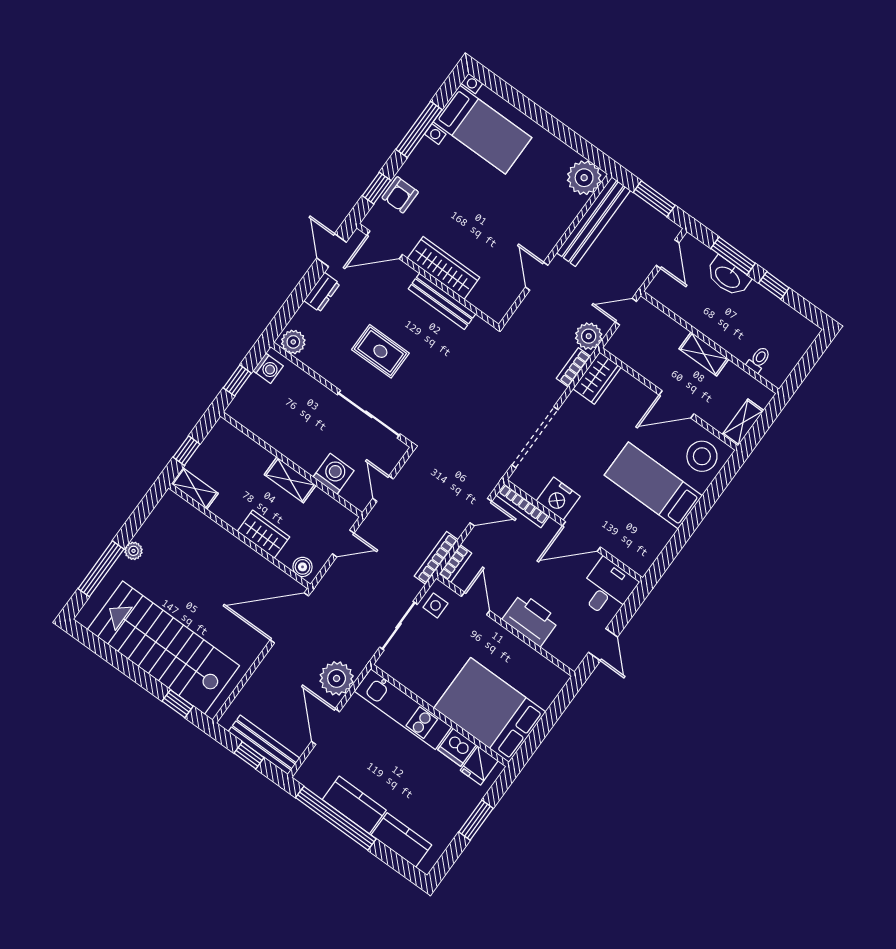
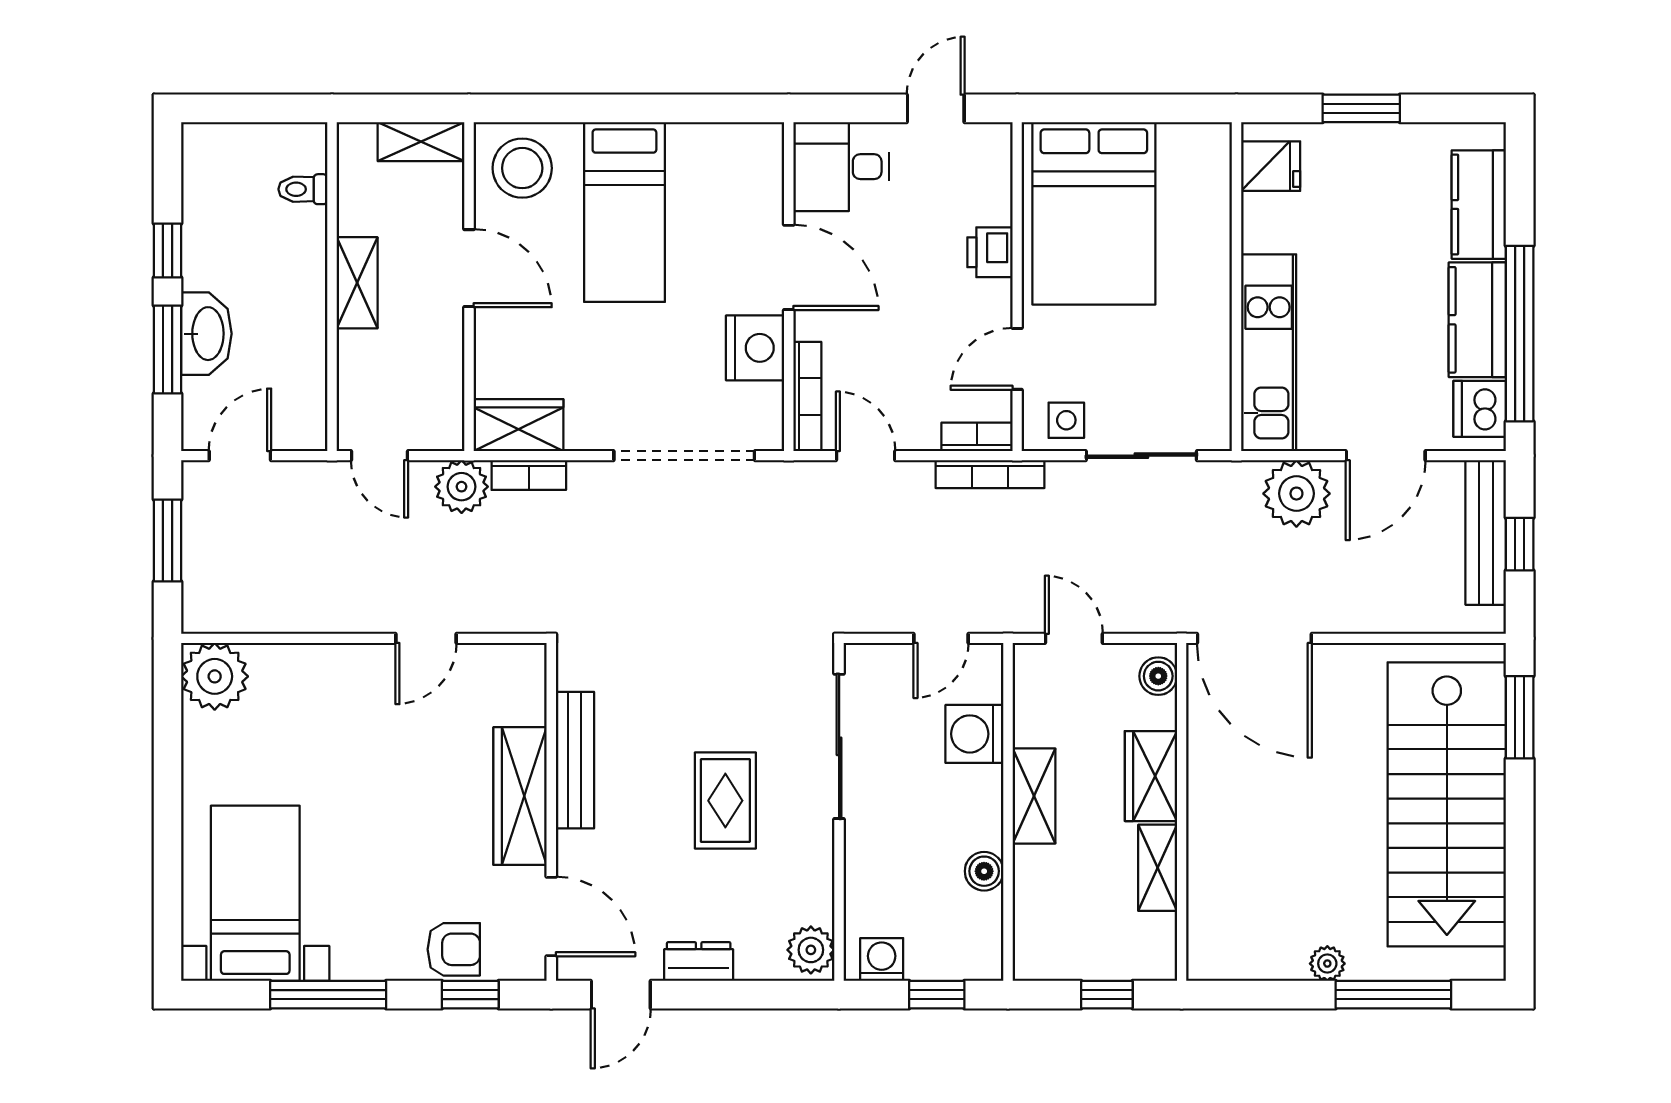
bench: (594, 222) -> (274, 611), removed
boiler: (274, 437) -> (984, 871), added
shelving: (195, 489) -> (1158, 868), moved
printer: (531, 620) -> (990, 252), width x0.53, depth x0.68
window: (178, 704) -> (1520, 717), width x1.50
bed: (490, 710) -> (1094, 213), moved
dishwasher: (457, 747) -> (1480, 409), moved, turned 180

